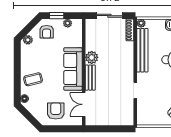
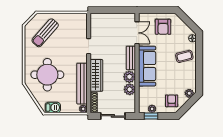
window: (57, 16) -> (151, 116), moved
plant: (91, 44) -> (130, 89), added
wardrobe: (127, 59) -> (96, 75), added

